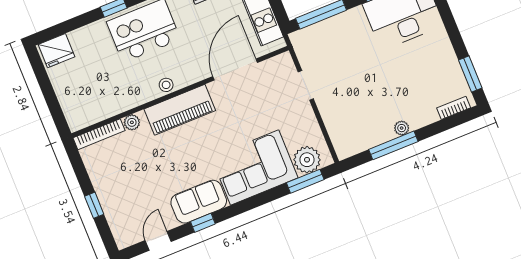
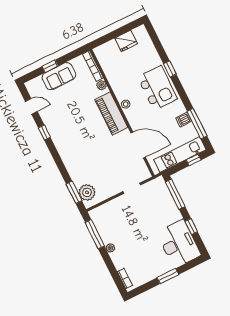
fridge: (57, 51) -> (126, 41), moved, turned -90
window: (470, 74) -> (168, 276), moved
window: (393, 145) -> (95, 234), moved
corner sofa: (255, 167) -> (80, 161), removed
sofa: (199, 202) -> (59, 76), moved, turned 90

